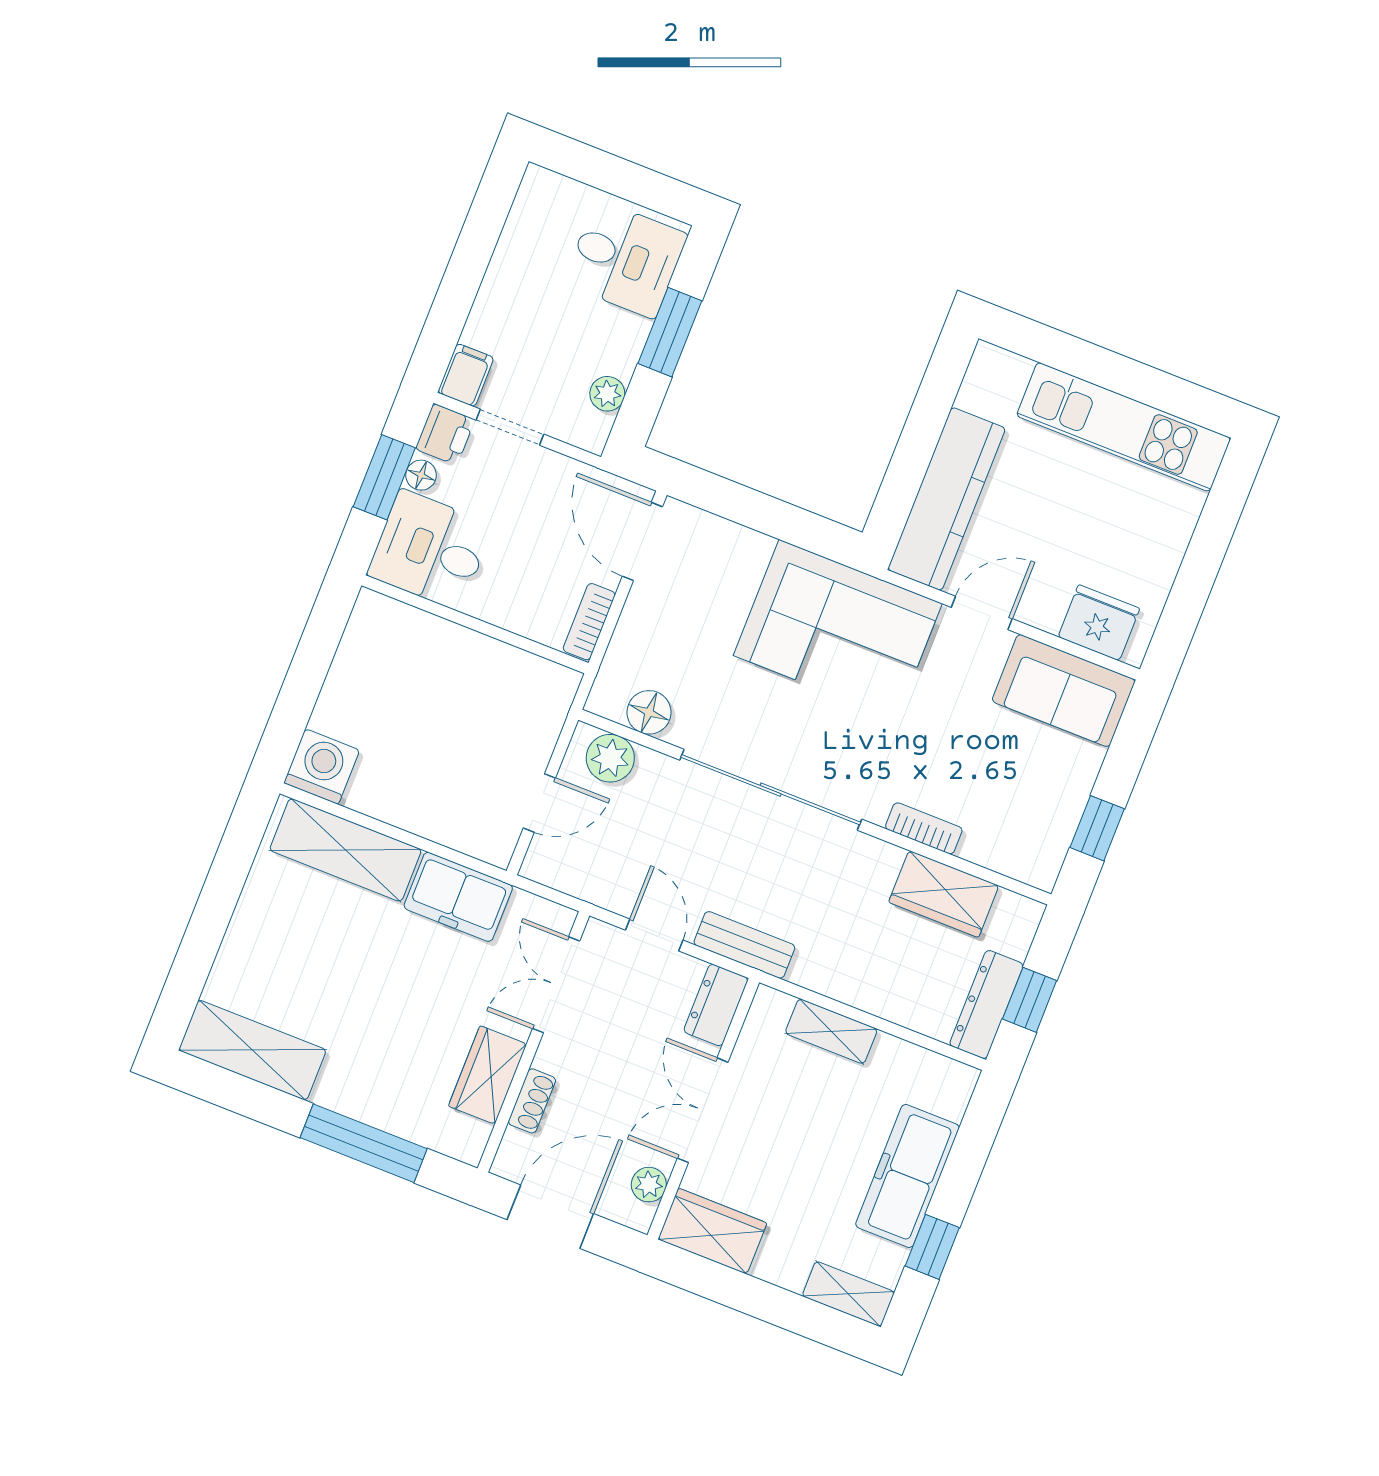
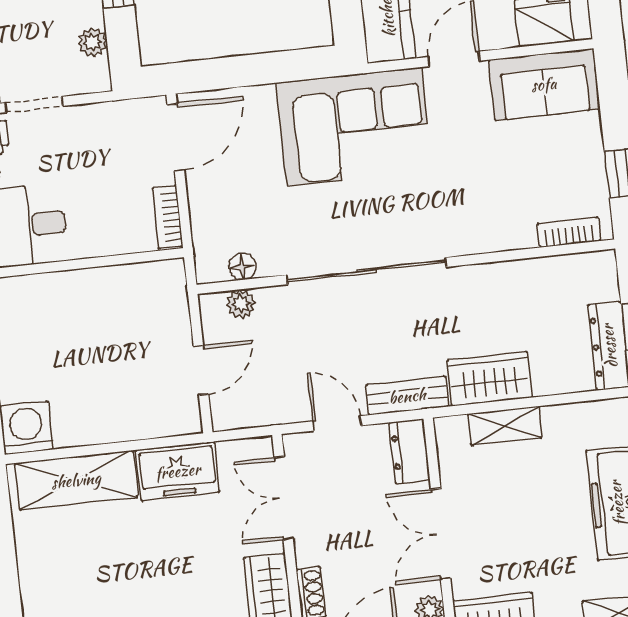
door: (642, 541) -> (176, 138), swing flipped
floor lamp: (649, 712) -> (242, 267), width x0.73, depth x0.73
plant: (610, 758) -> (241, 304), width x0.73, depth x0.73
bookcase: (924, 828) -> (569, 232), moved
wardrobe: (944, 894) -> (490, 379), moved, turned 180

